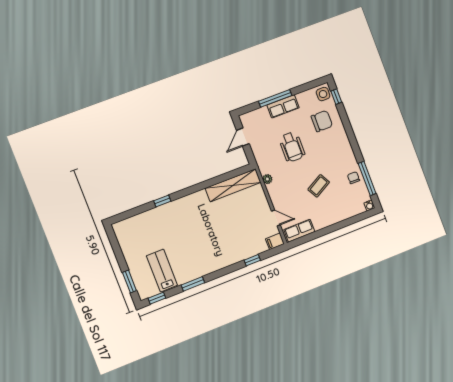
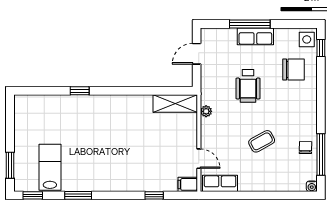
shelving: (233, 185) -> (175, 103), width x0.68

